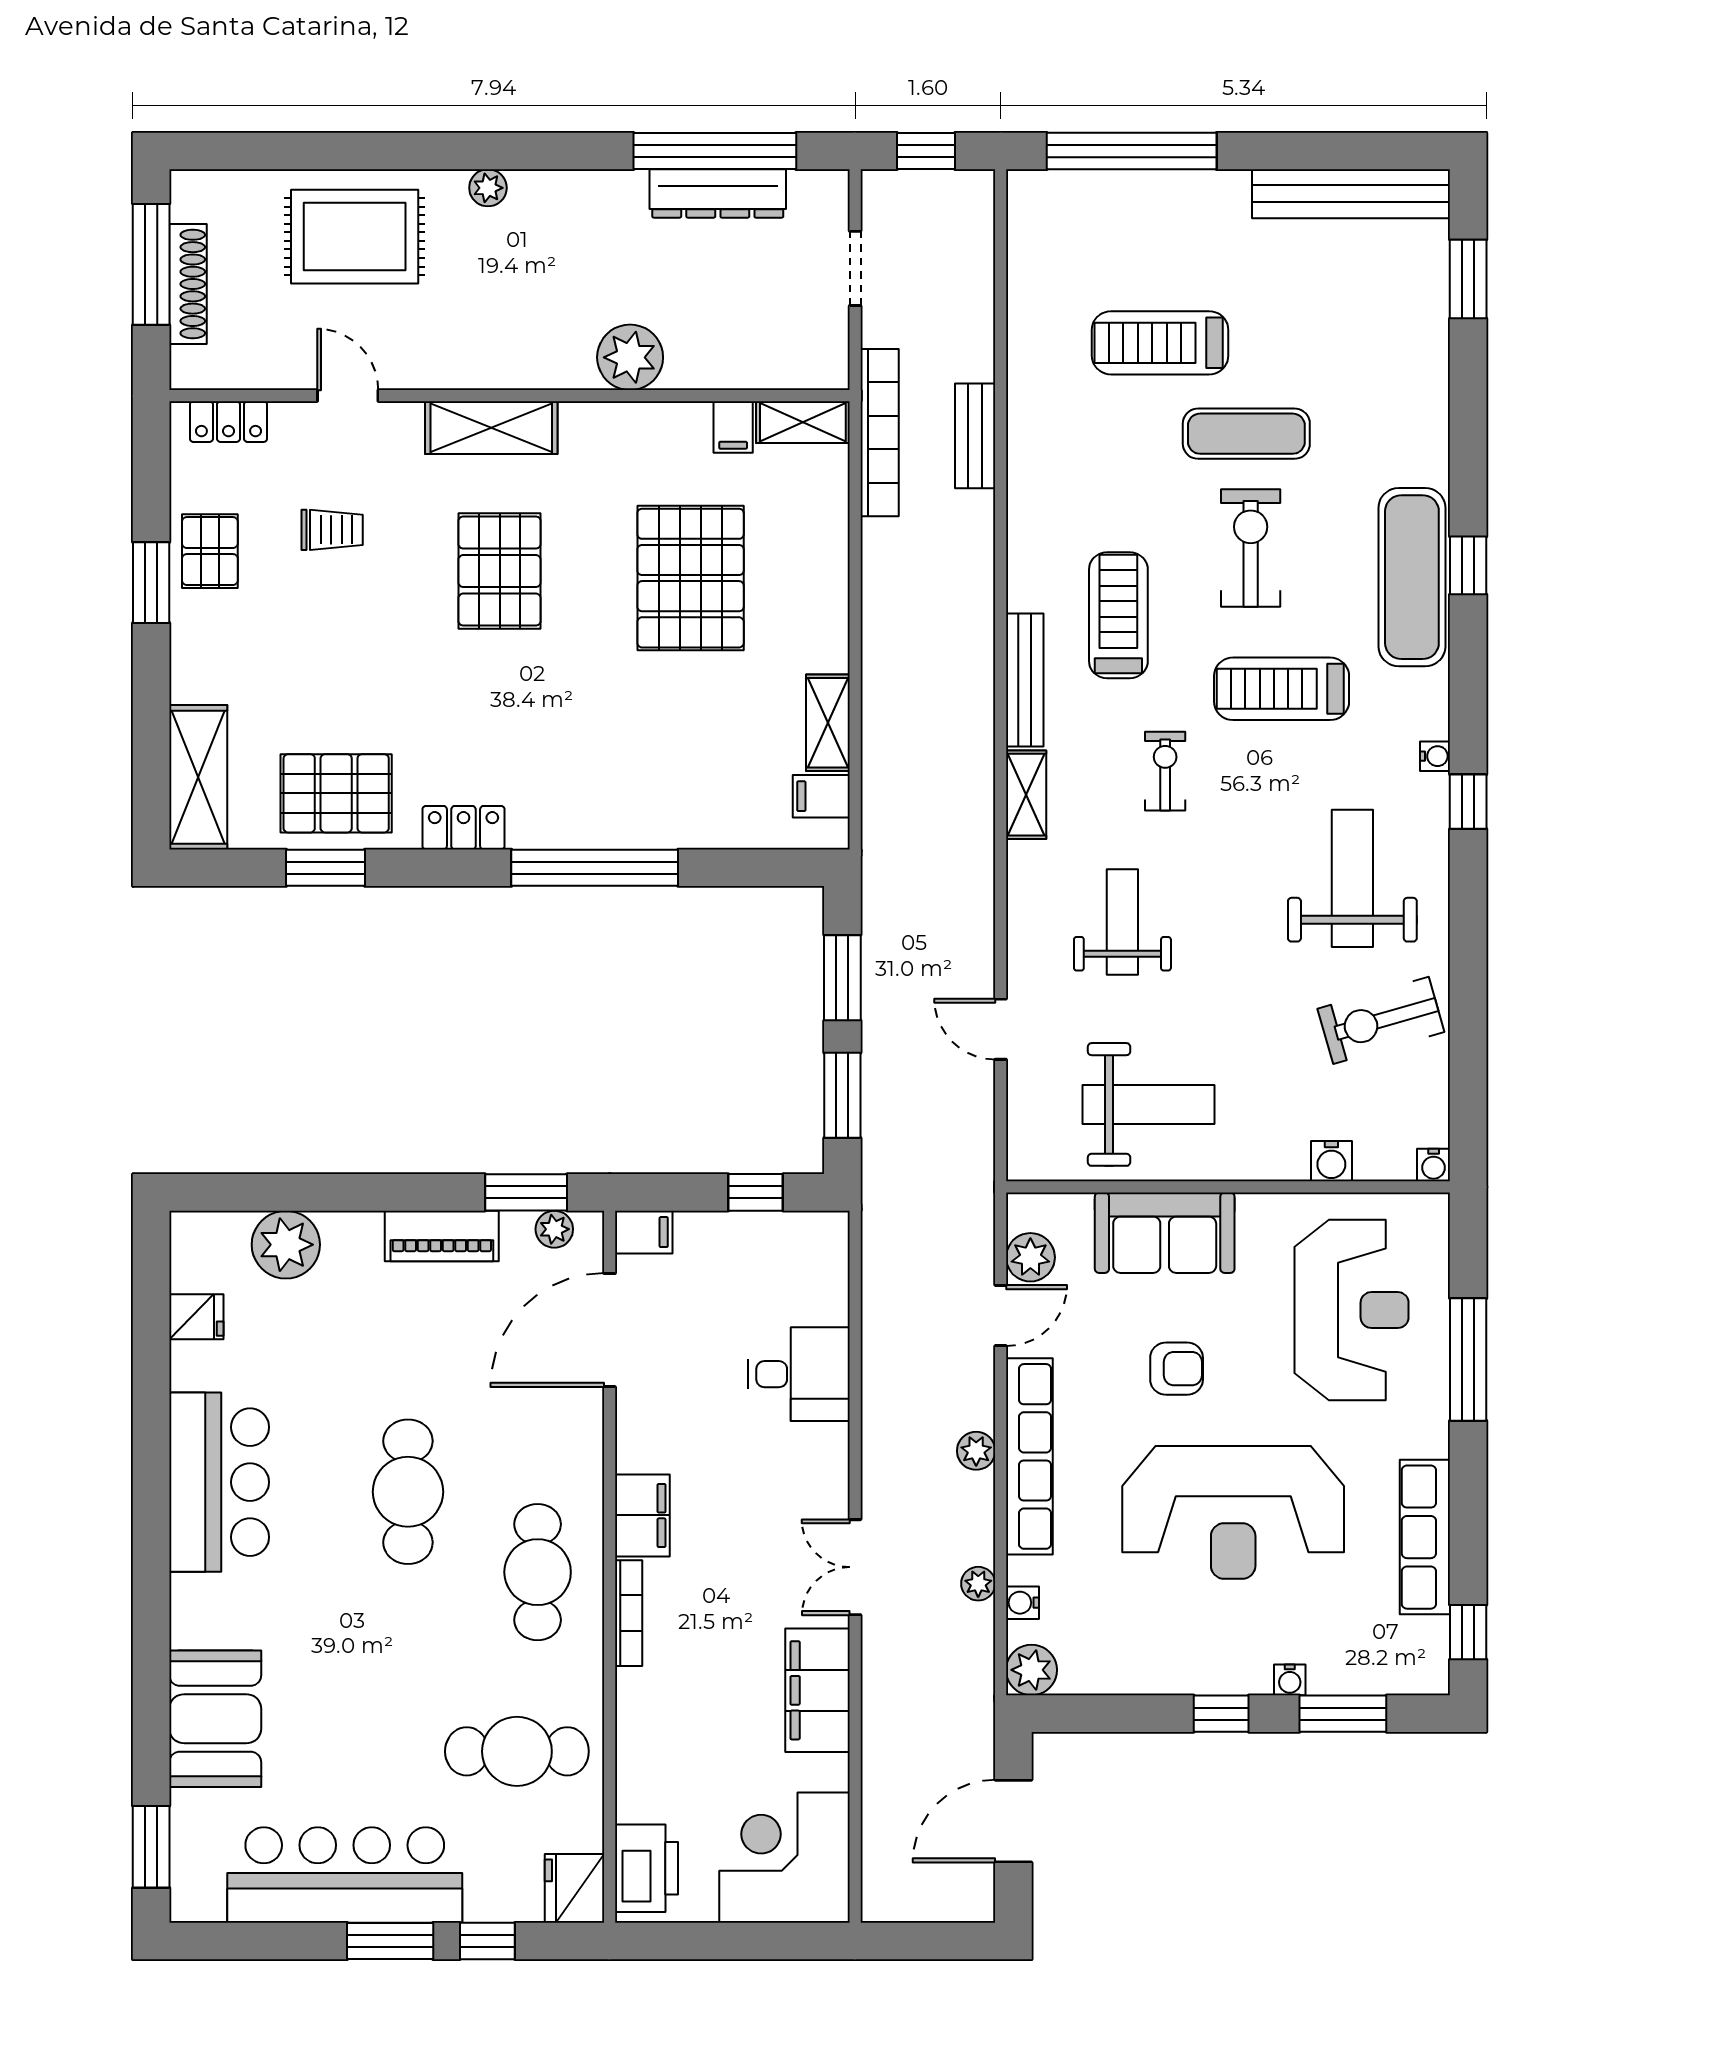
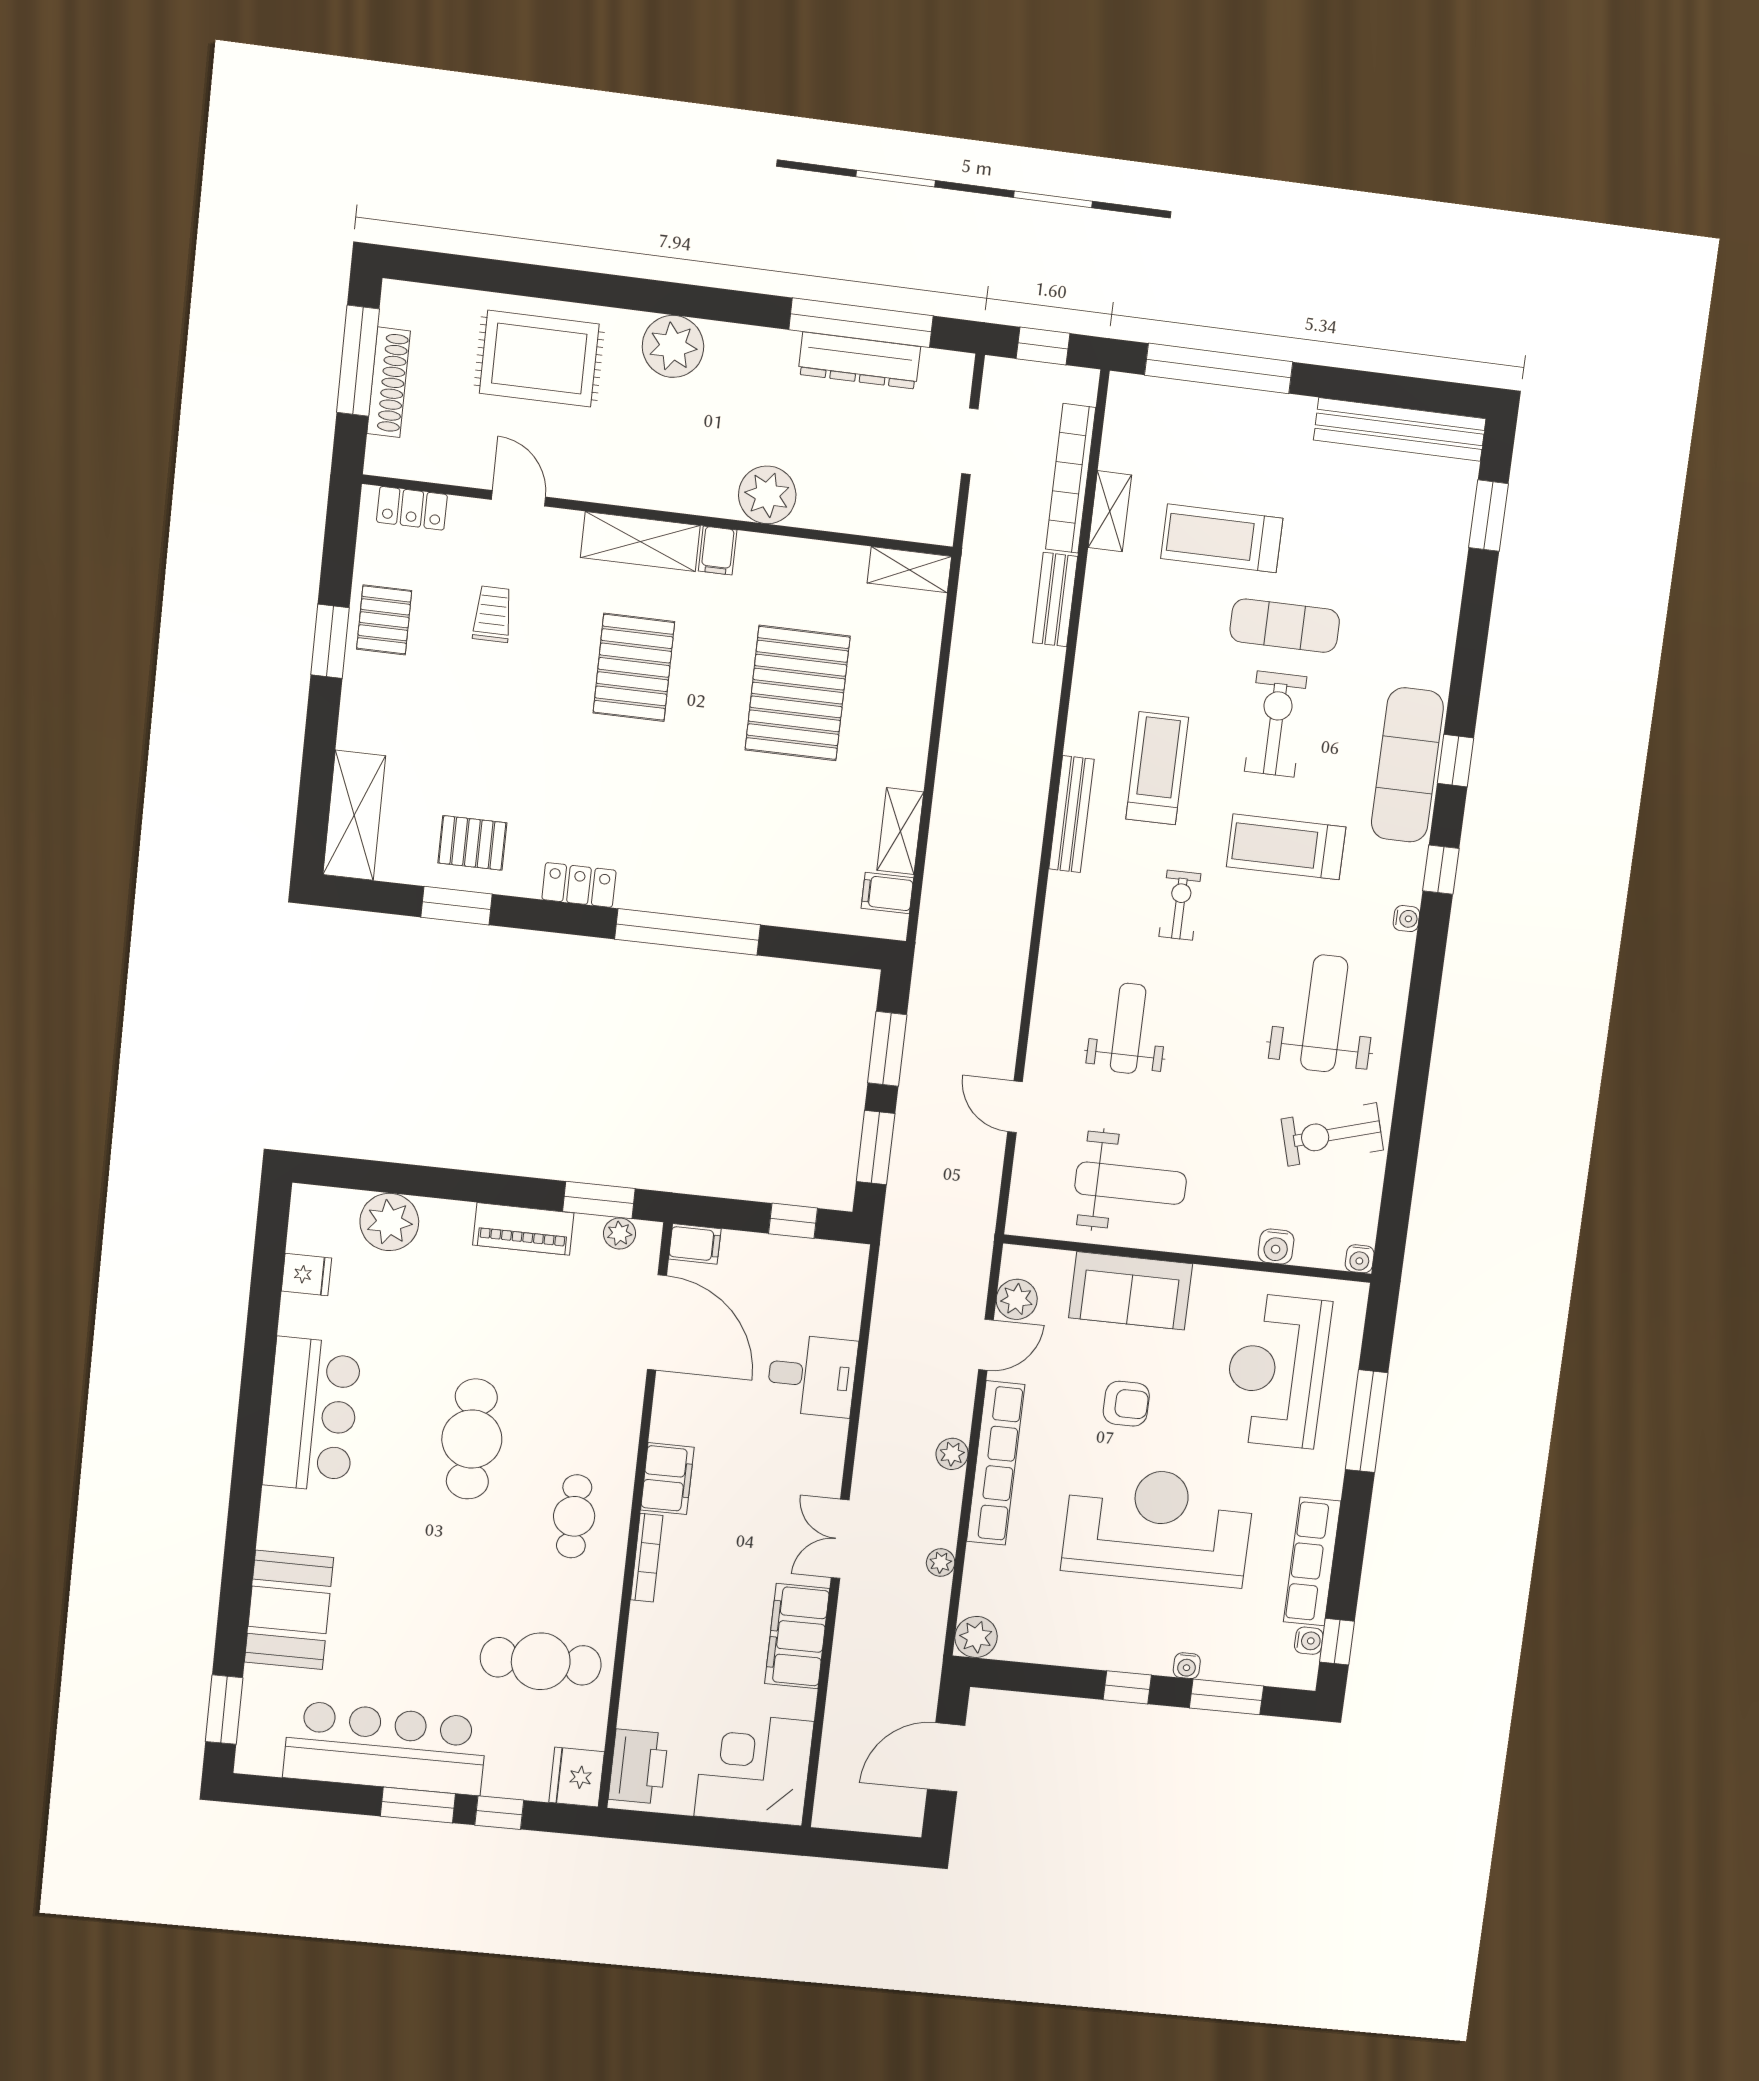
plant: (488, 188) -> (673, 346), width x1.88, depth x1.88
filing cabinet: (733, 427) -> (718, 551), moved
bookcase: (880, 433) -> (1071, 478), moved, turned 180
trolley: (332, 530) -> (493, 614), turned -90
pallet: (336, 793) -> (472, 843), width x0.67, depth x0.71
shelving: (1026, 795) -> (1110, 511), moved
window: (1468, 802) -> (1441, 870), moved
reception desk: (1352, 1310) -> (1277, 1371), turned 180
door: (610, 1330) -> (657, 1322), swing flipped
reception desk: (1233, 1512) -> (1158, 1526), turned 180
cafe table: (538, 1572) -> (574, 1516), width x0.73, depth x0.74
water cooler: (1022, 1603) -> (1309, 1641), moved, turned 180

